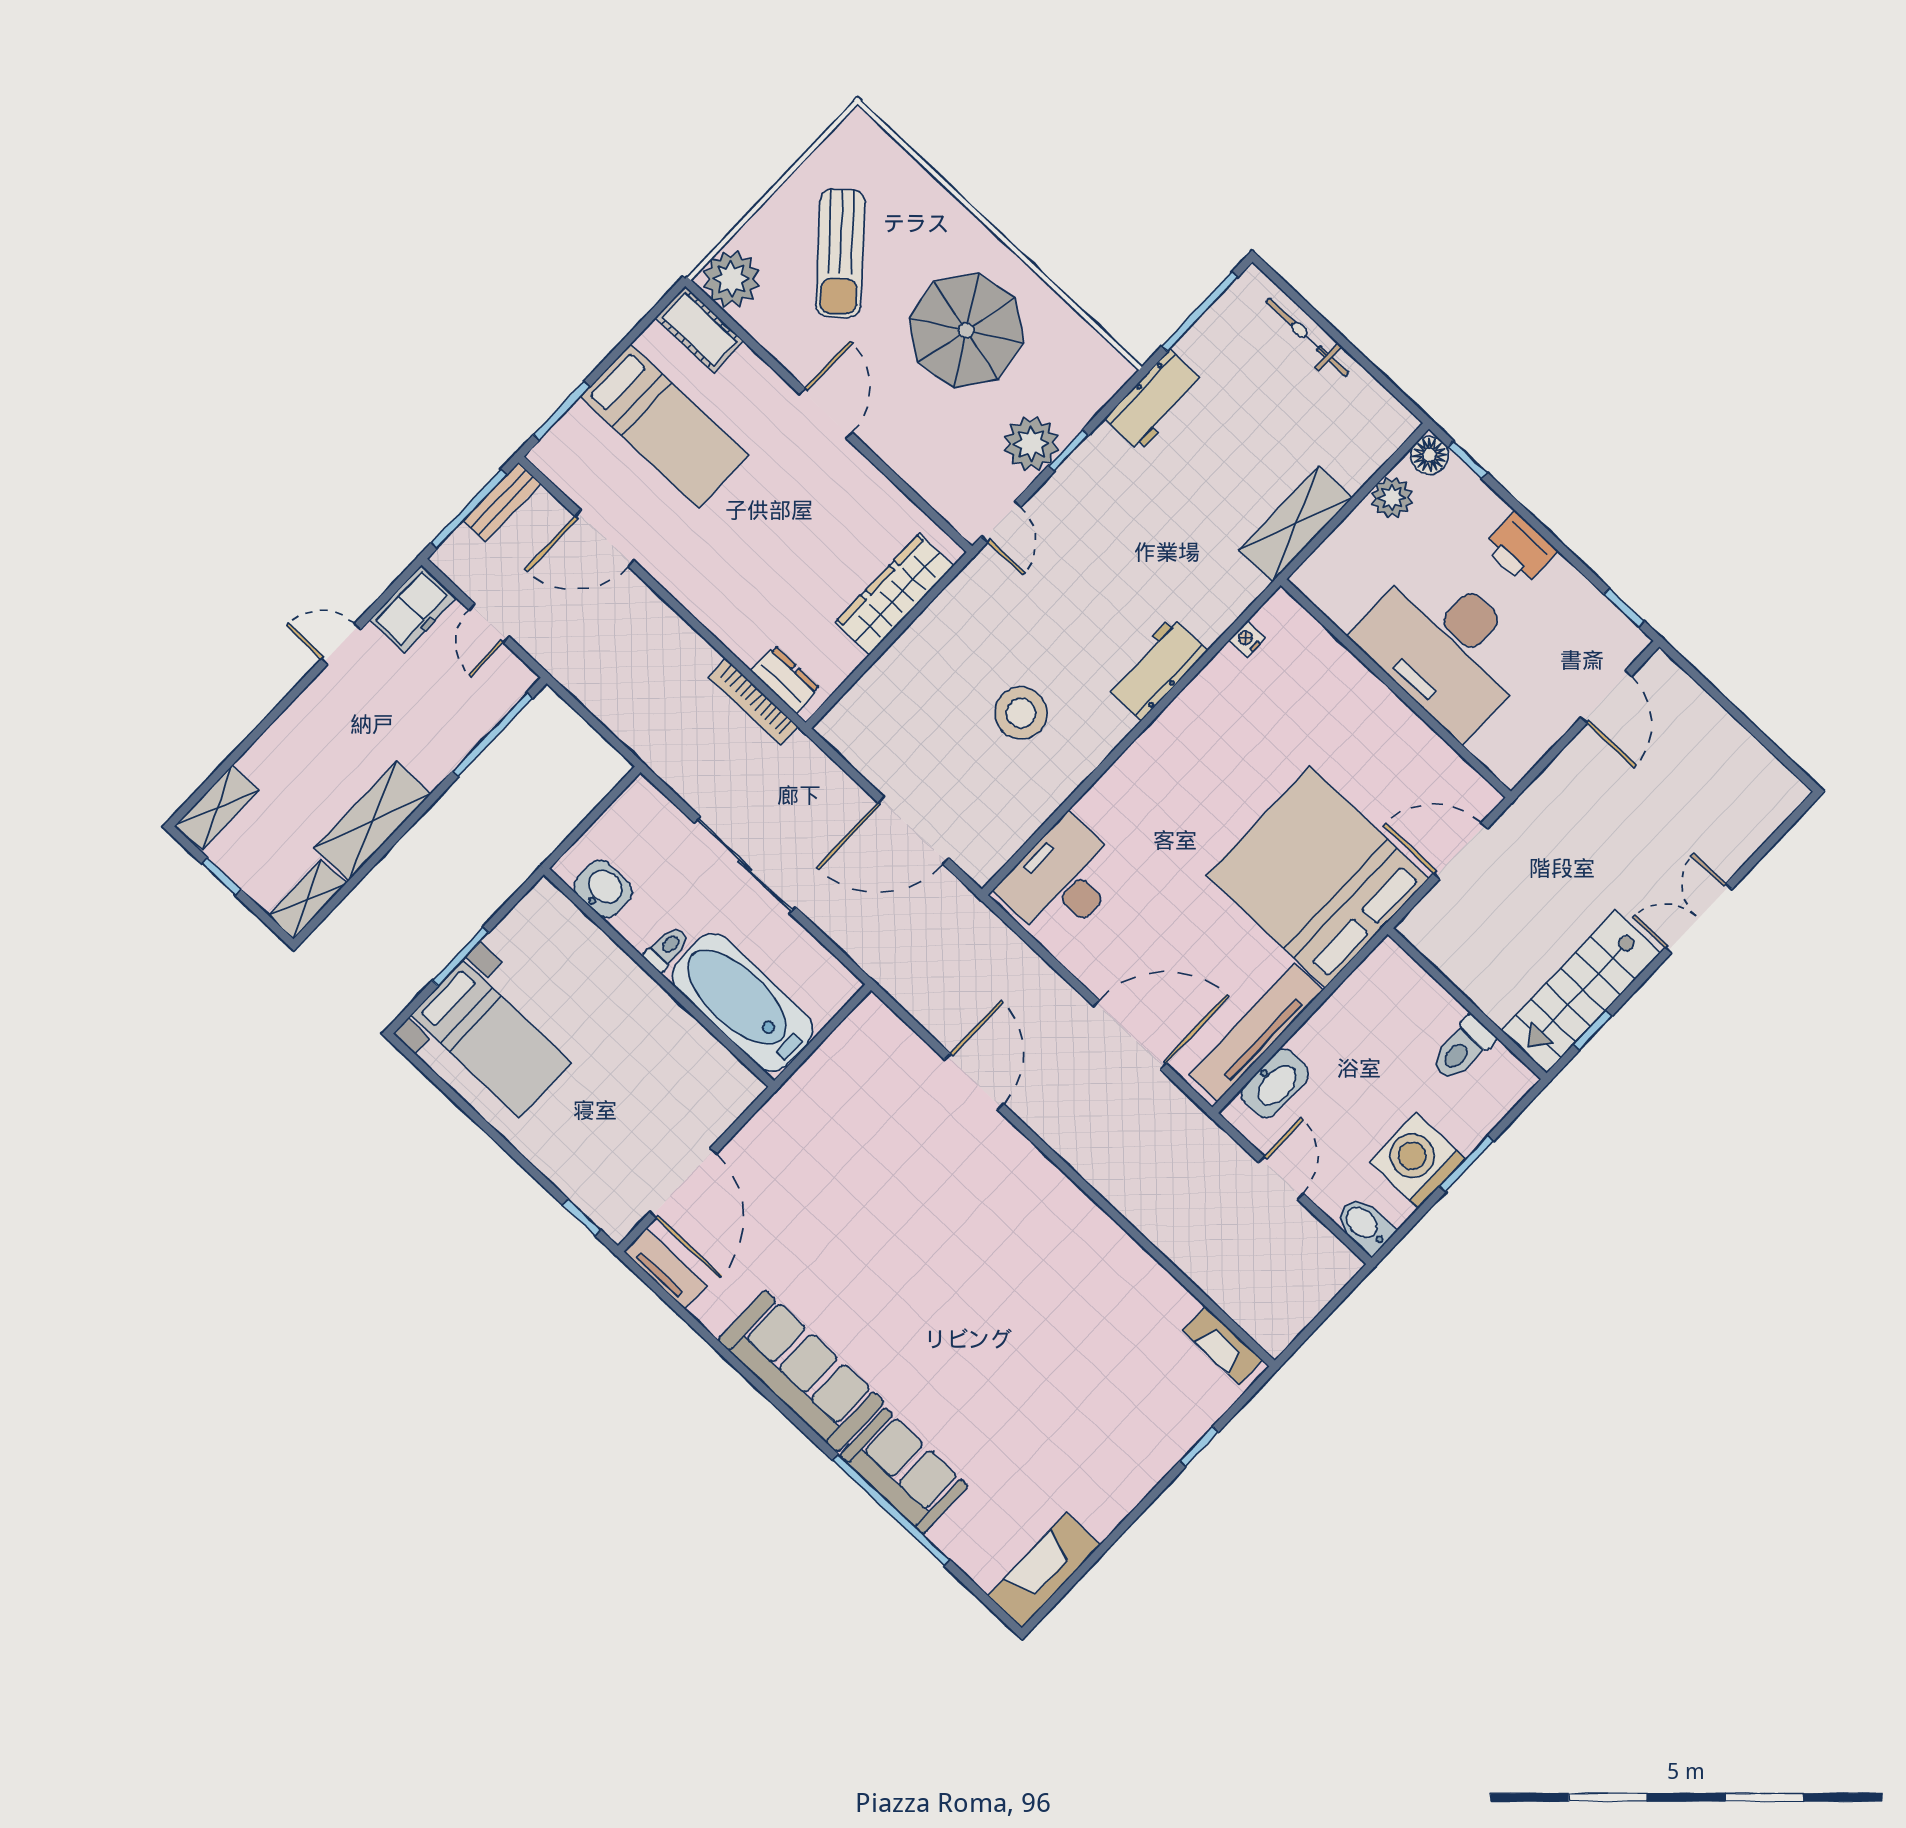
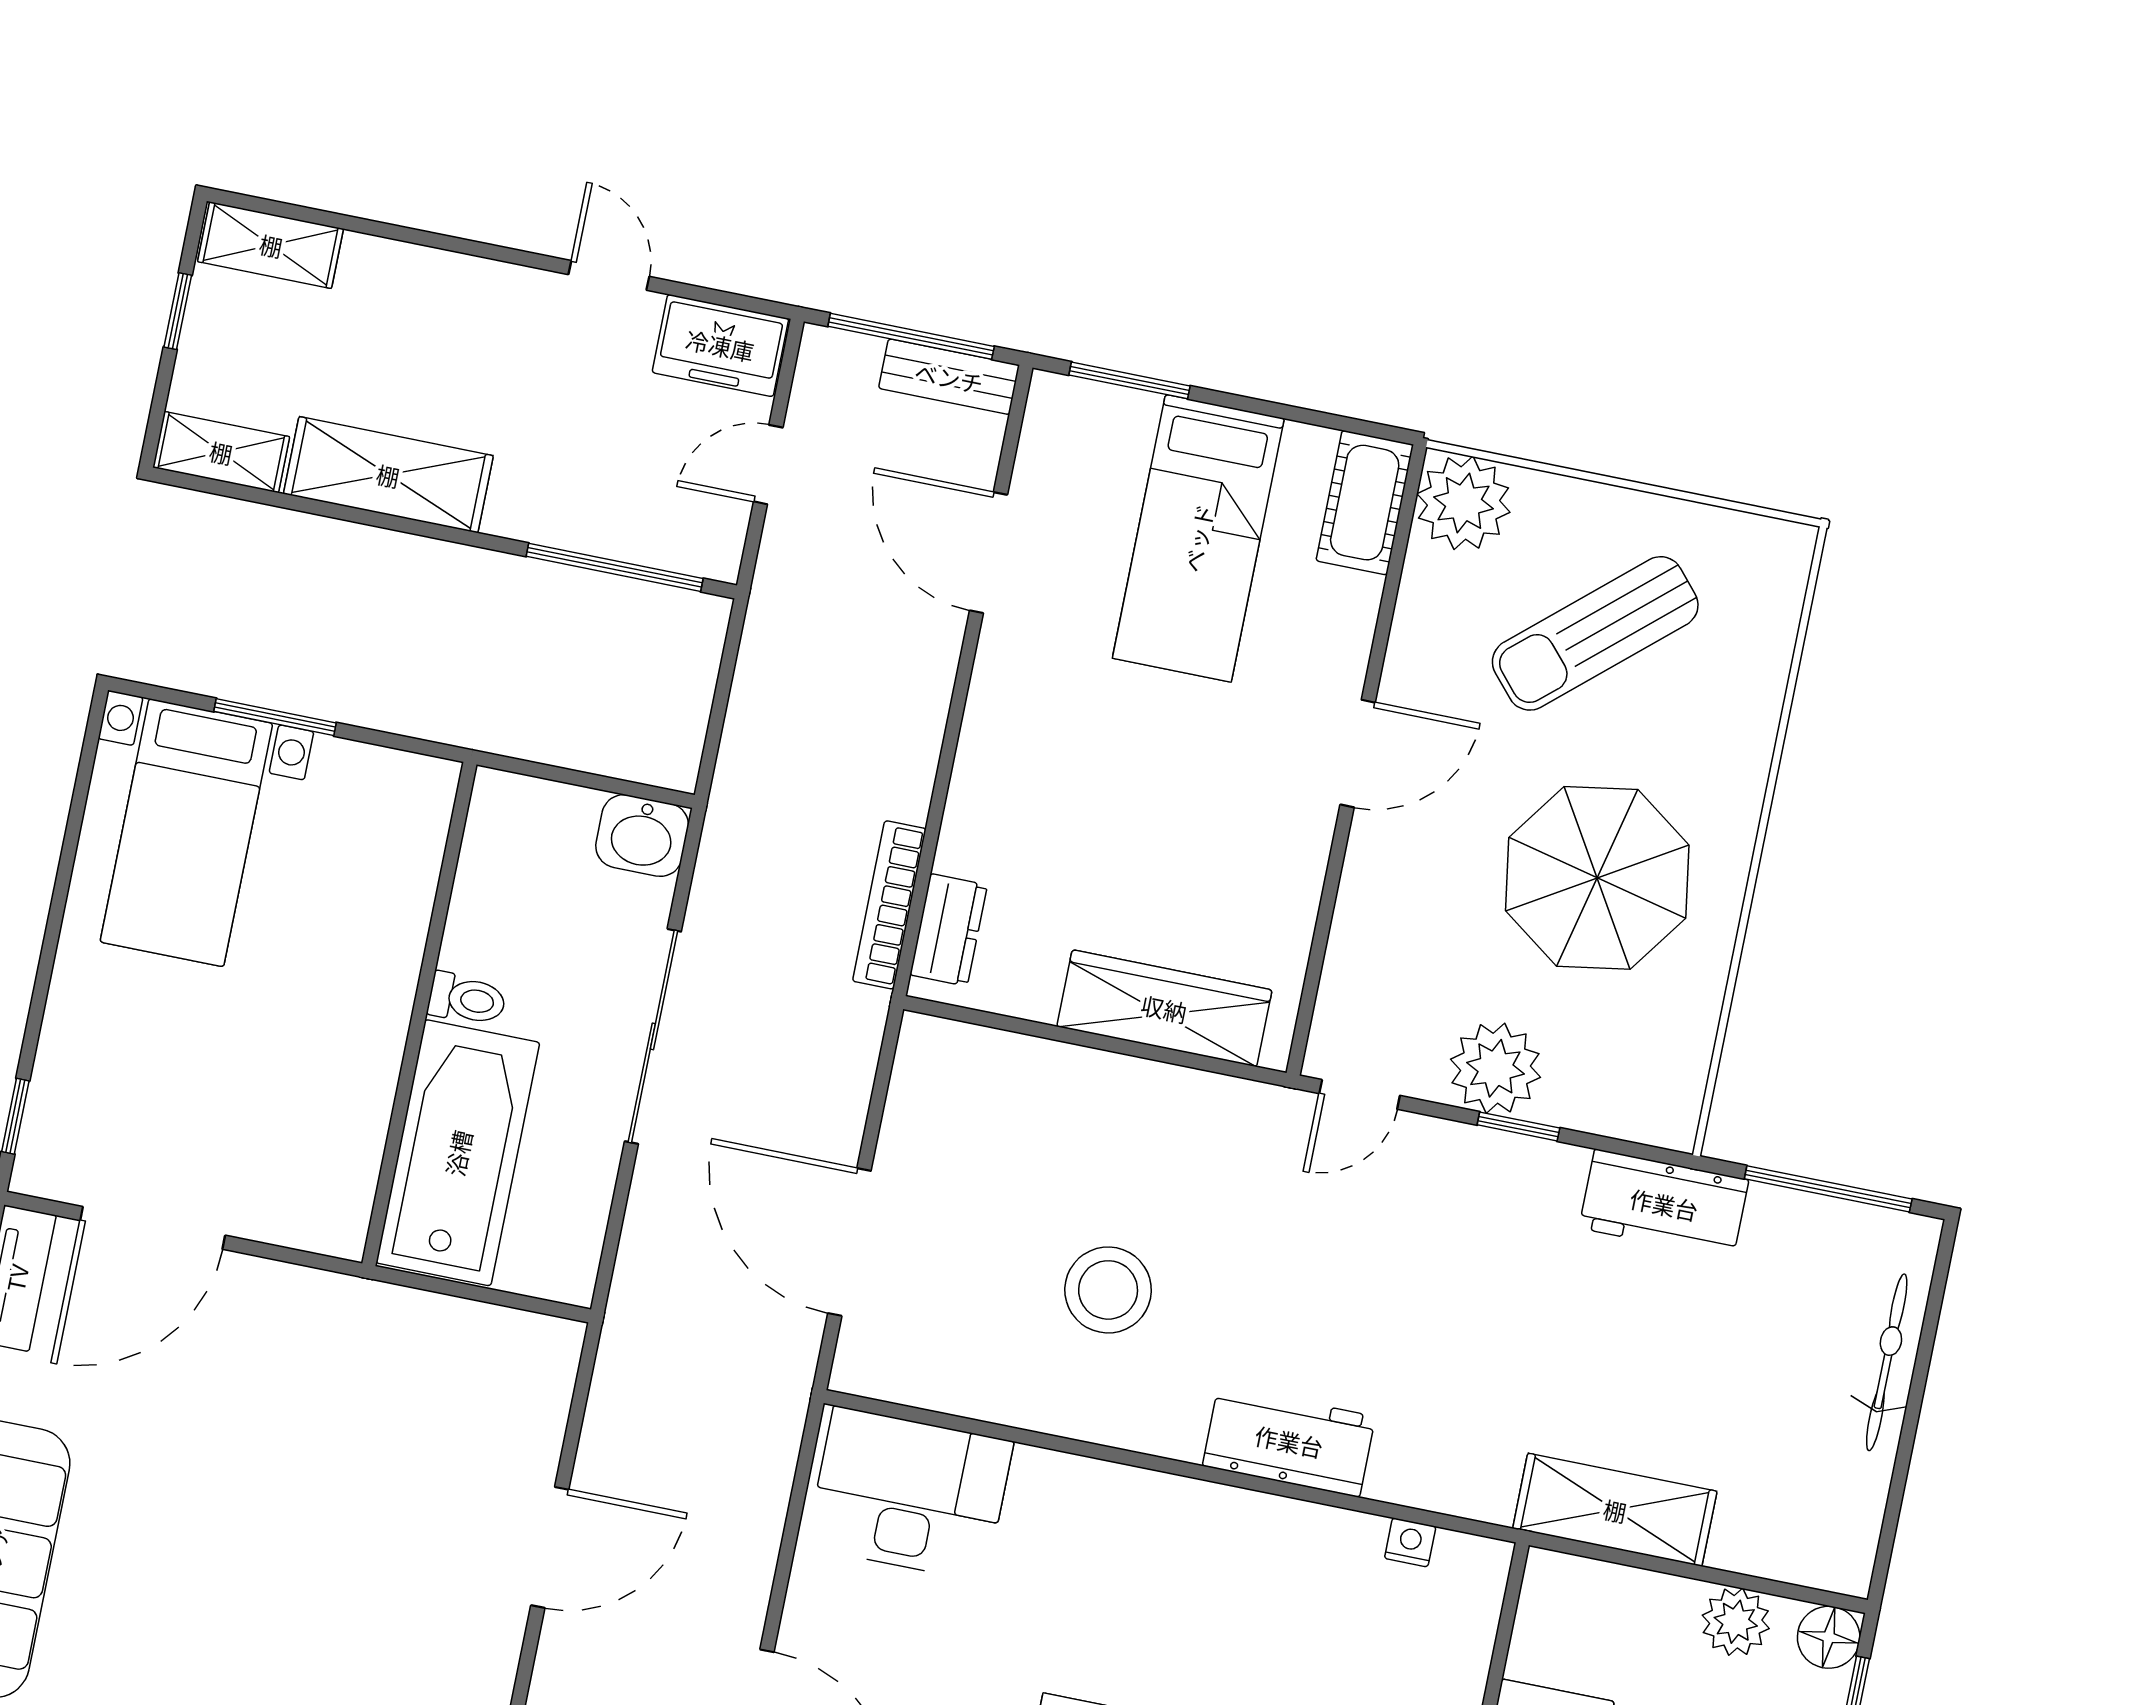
washbasin: (603, 889) -> (642, 835), moved, turned 90

